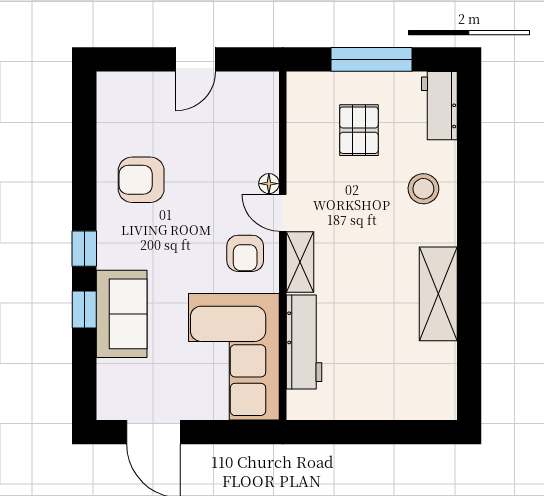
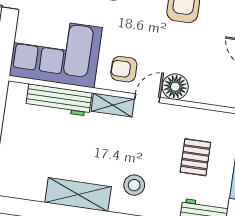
pallet: (359, 130) -> (195, 157), turned 90
floor lamp: (269, 184) -> (175, 87), width x1.89, depth x1.89
stool: (423, 189) -> (134, 185), moved

